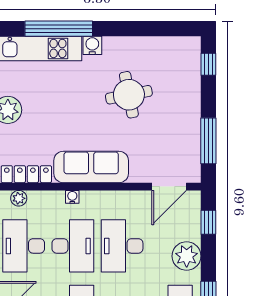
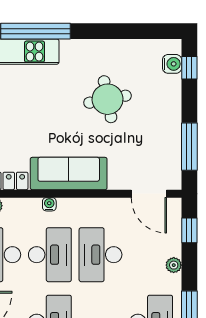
water cooler: (92, 45) -> (172, 64), moved, turned 90
door: (169, 187) -> (149, 194), hinge flipped
plant: (187, 256) -> (174, 265), width x0.53, depth x0.53

